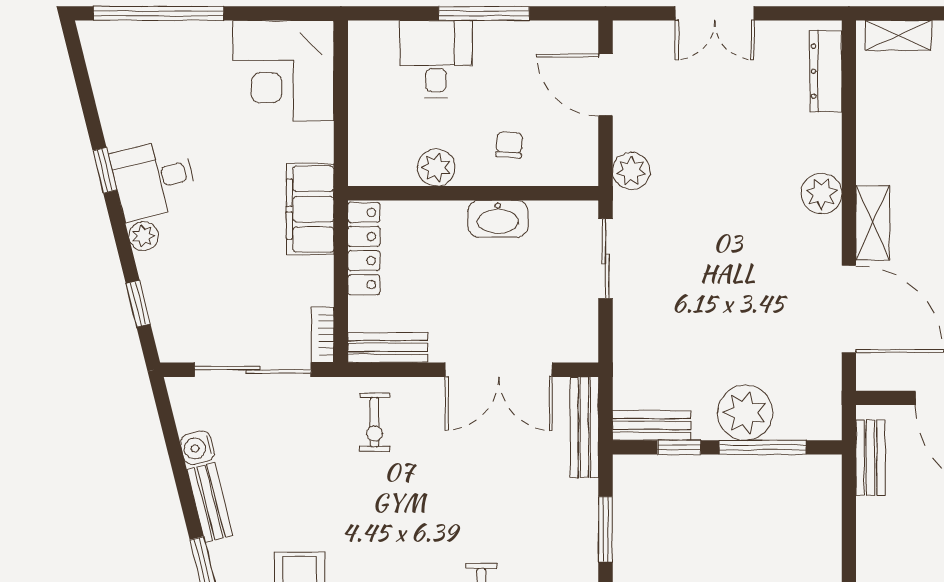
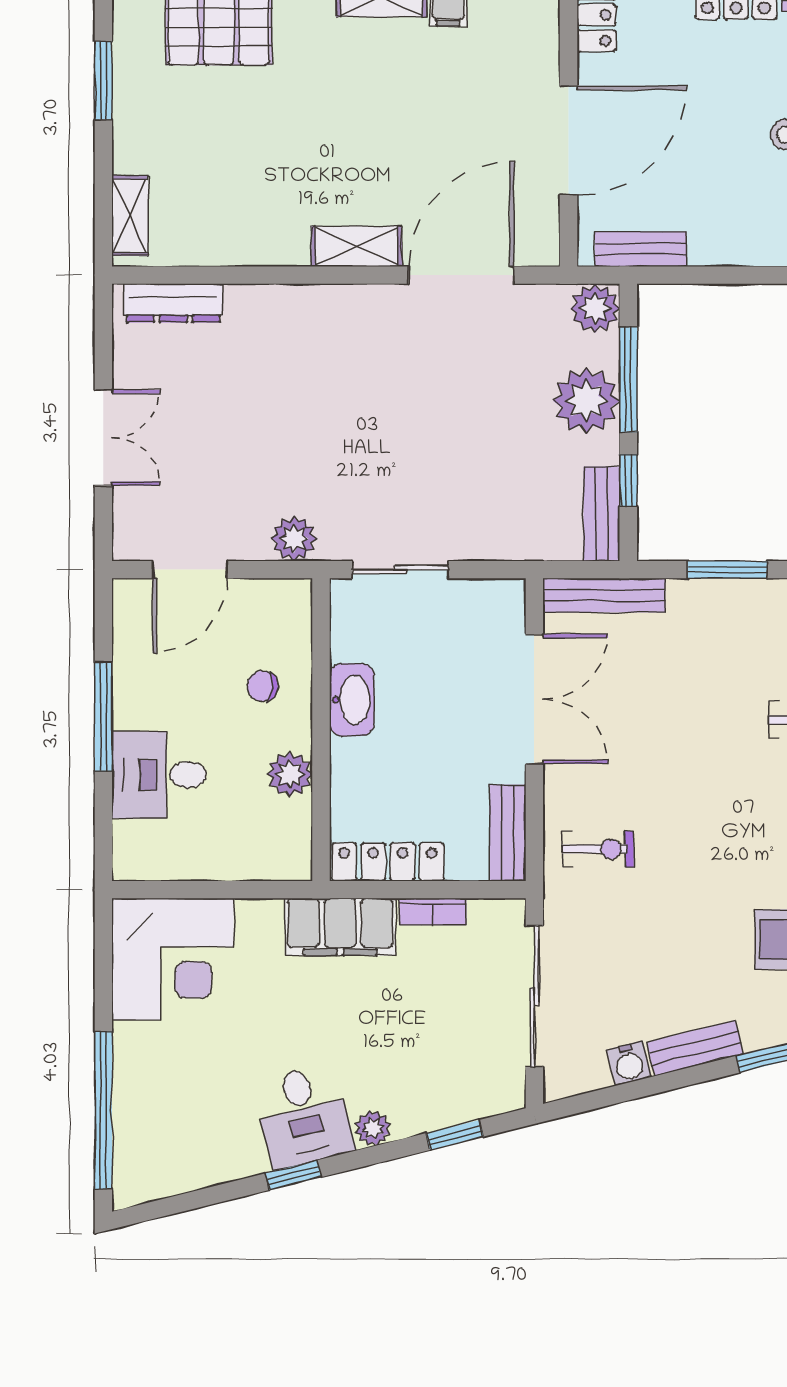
plant: (822, 194) -> (595, 308), moved
bookcase: (323, 335) -> (433, 912), moved

